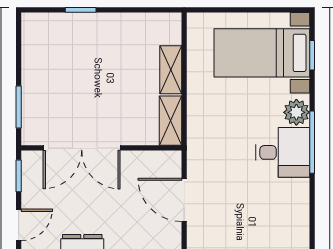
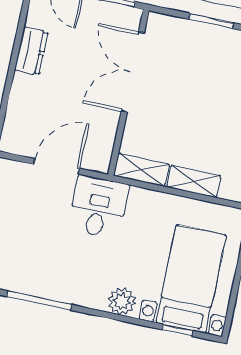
window: (19, 107) -> (211, 21), moved
window: (312, 142) -> (39, 300), moved
desk: (283, 152) -> (98, 207), moved, turned 180

